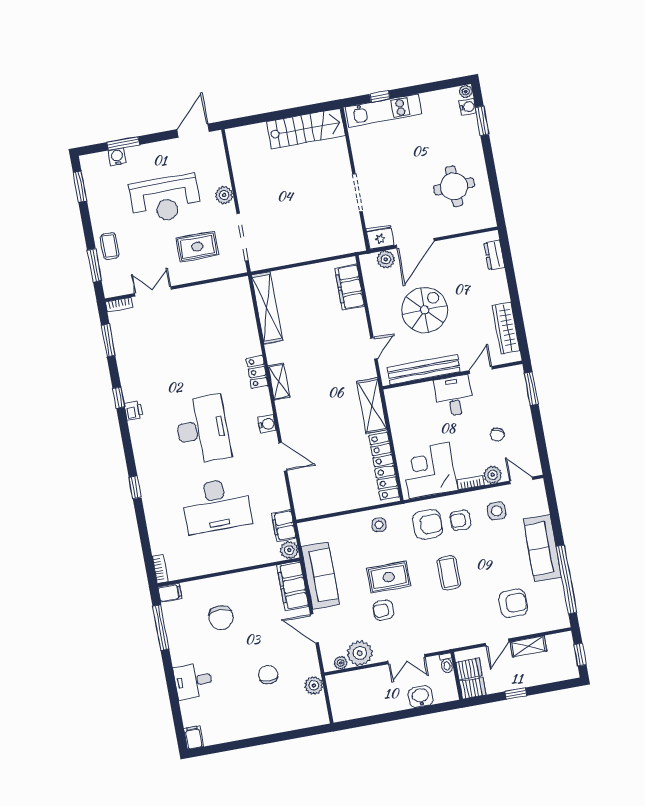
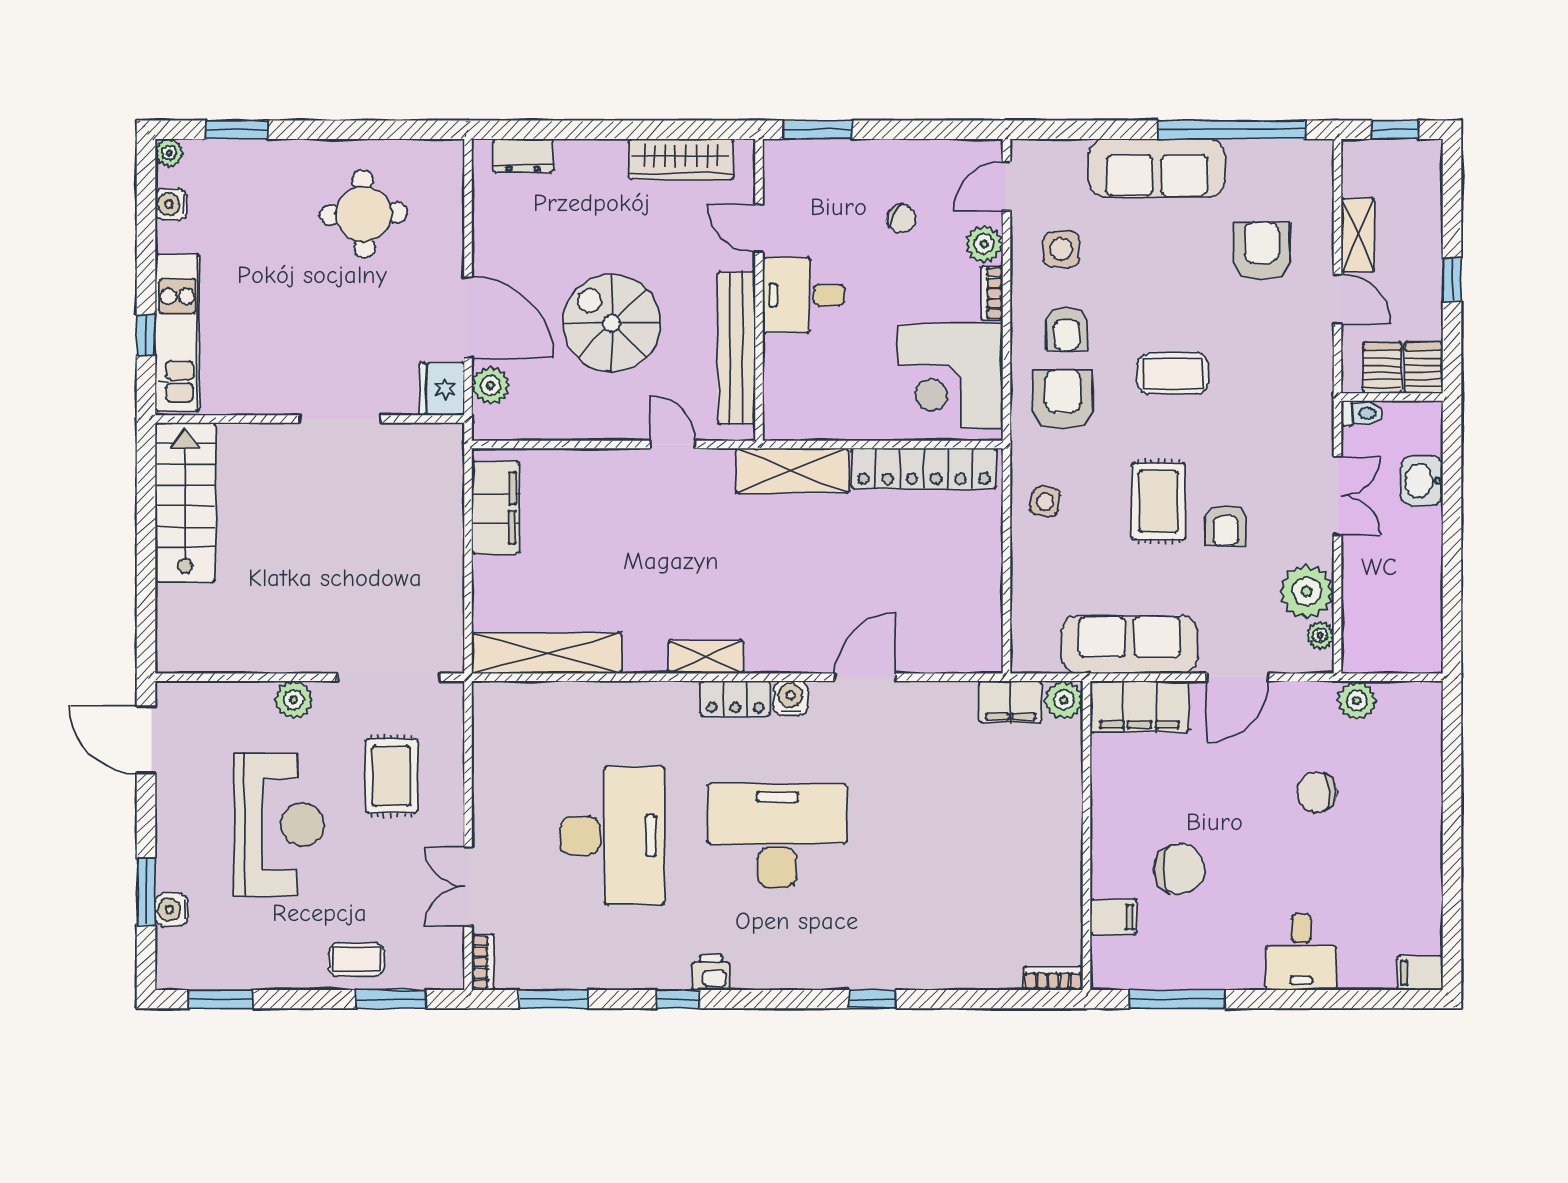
water cooler: (468, 107) -> (171, 204), moved, turned -90
filing cabinet: (350, 287) -> (496, 508), moved, turned -90
locker: (257, 372) -> (735, 699), moved
desk: (216, 506) -> (612, 835), moved
filing cabinet: (170, 593) -> (1113, 917), moved, turned 90

